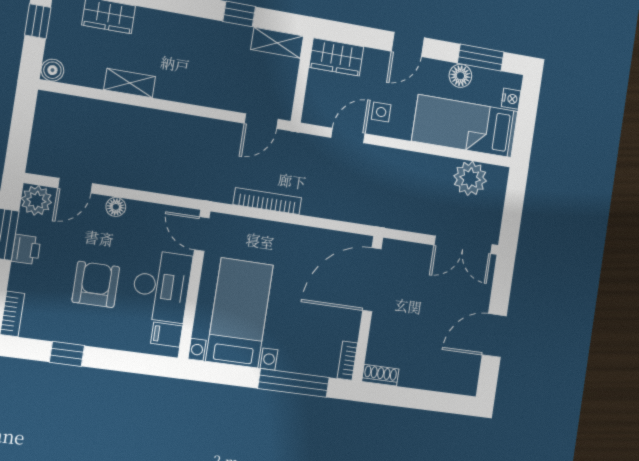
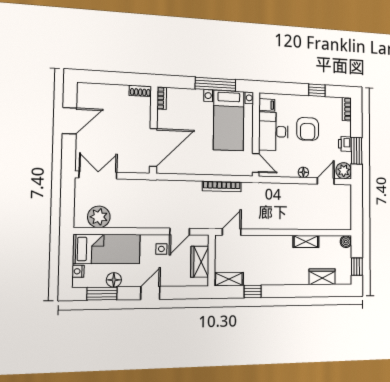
wardrobe: (336, 57) -> (200, 262), moved, turned -90
window: (294, 383) -> (215, 84), moved

